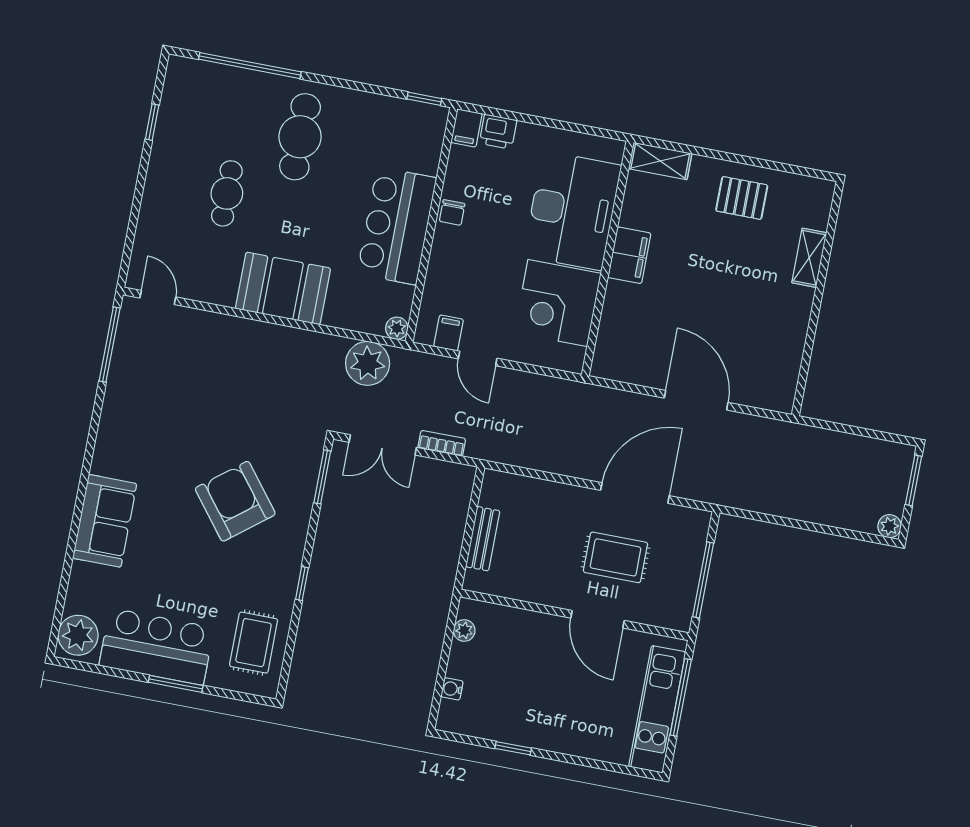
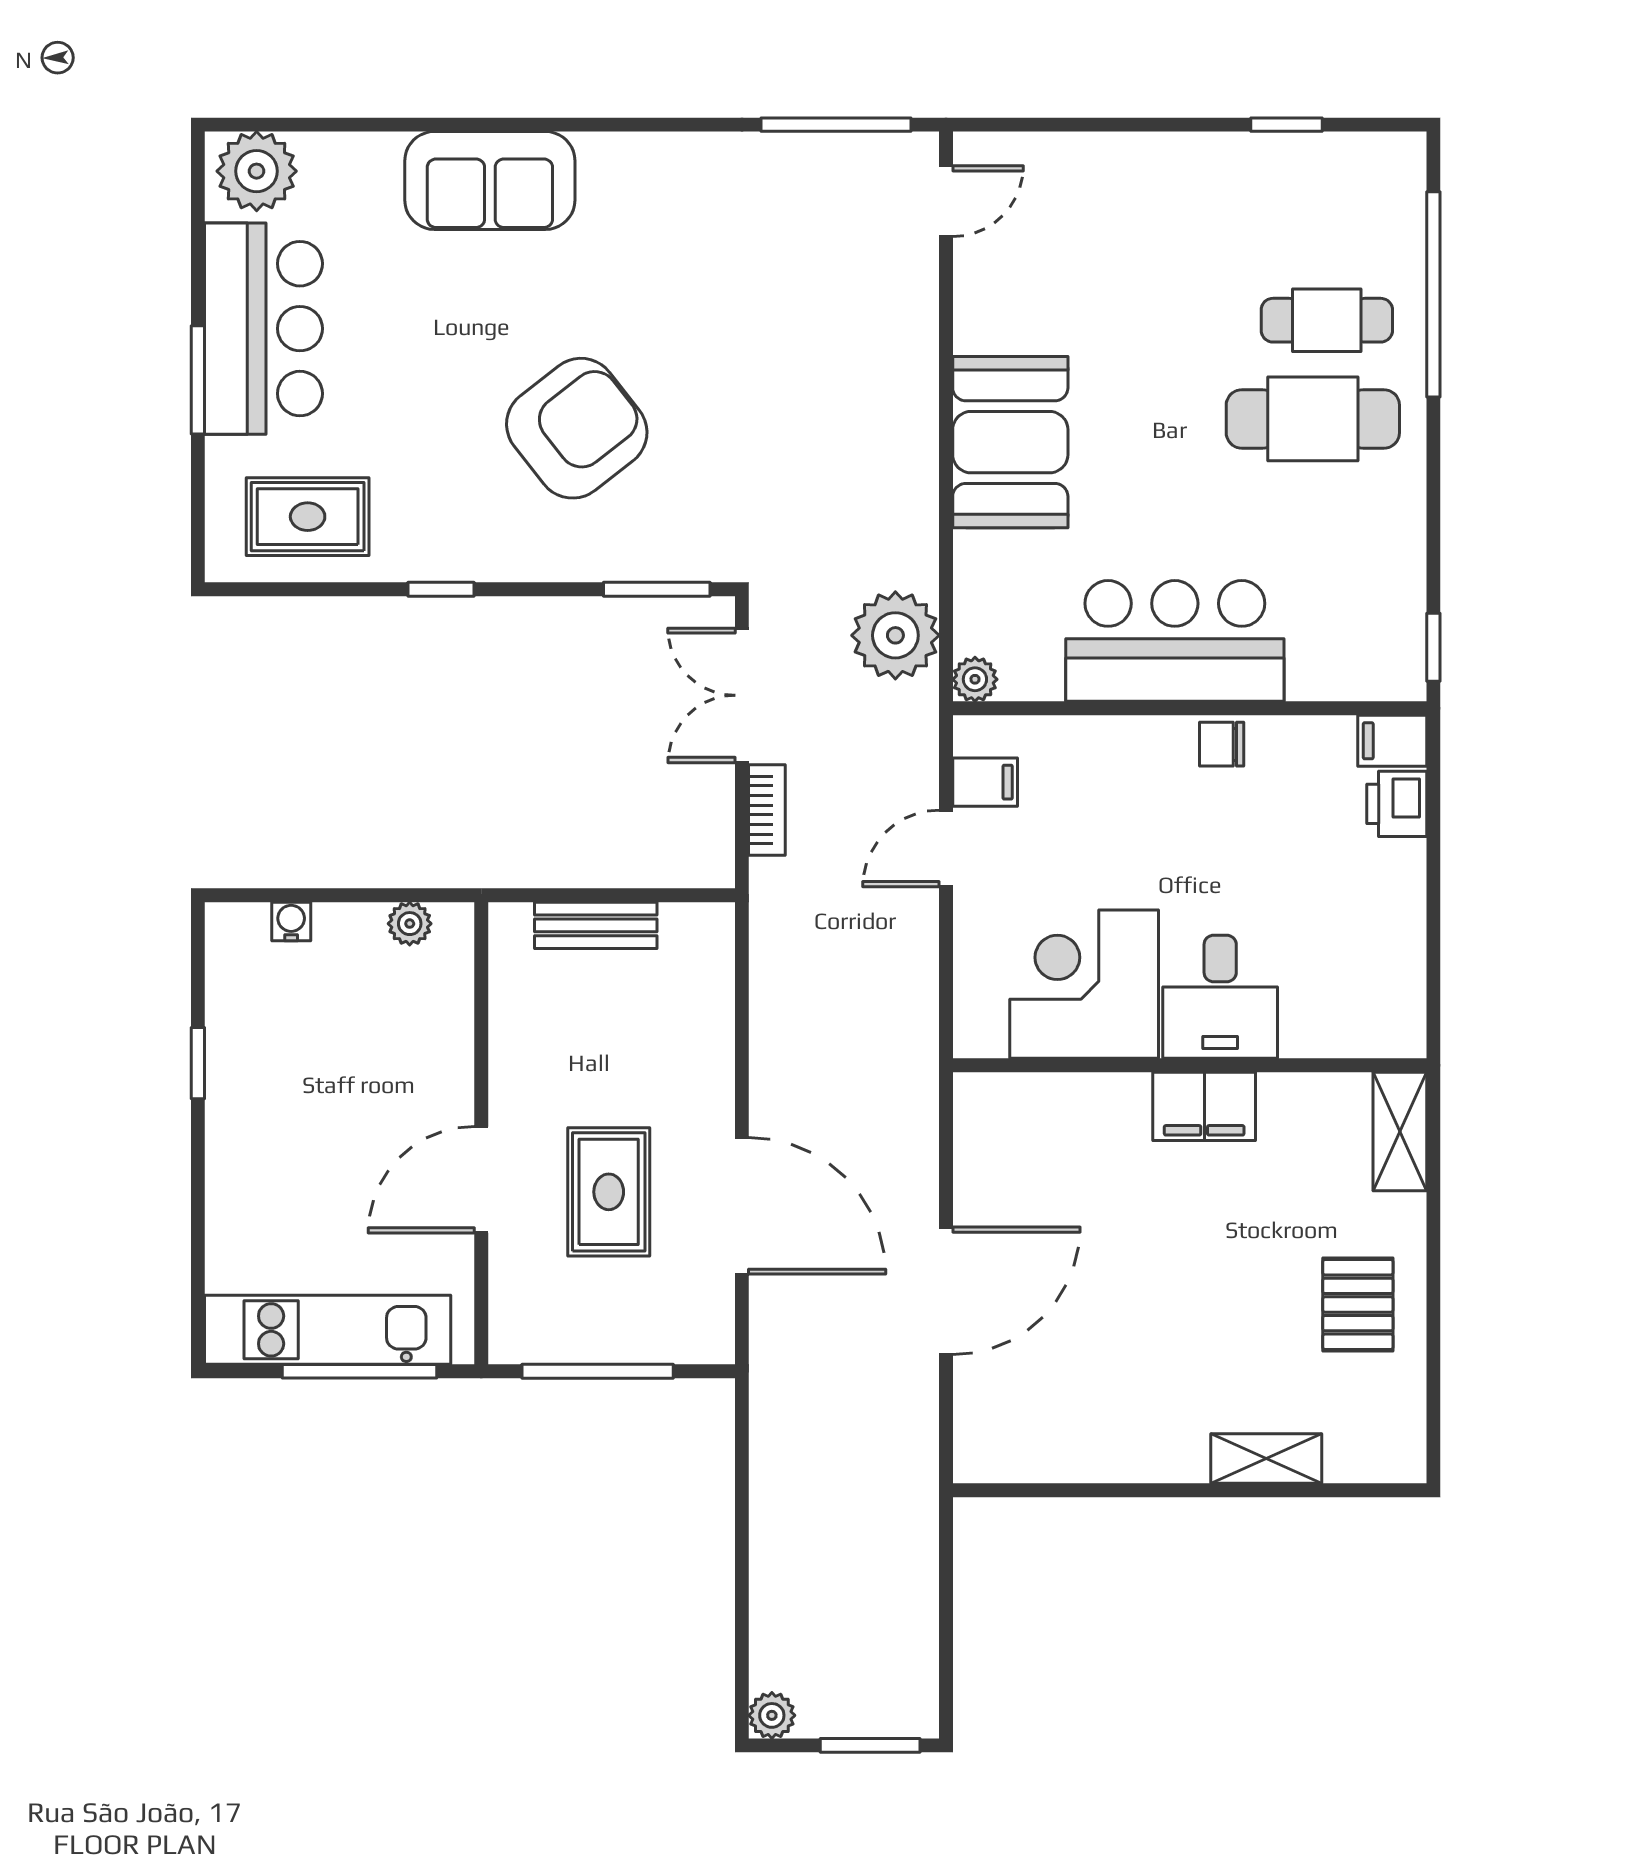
cafe table: (227, 193) -> (1327, 320), moved
desk: (572, 211) -> (1220, 997), width x0.53, depth x0.77

